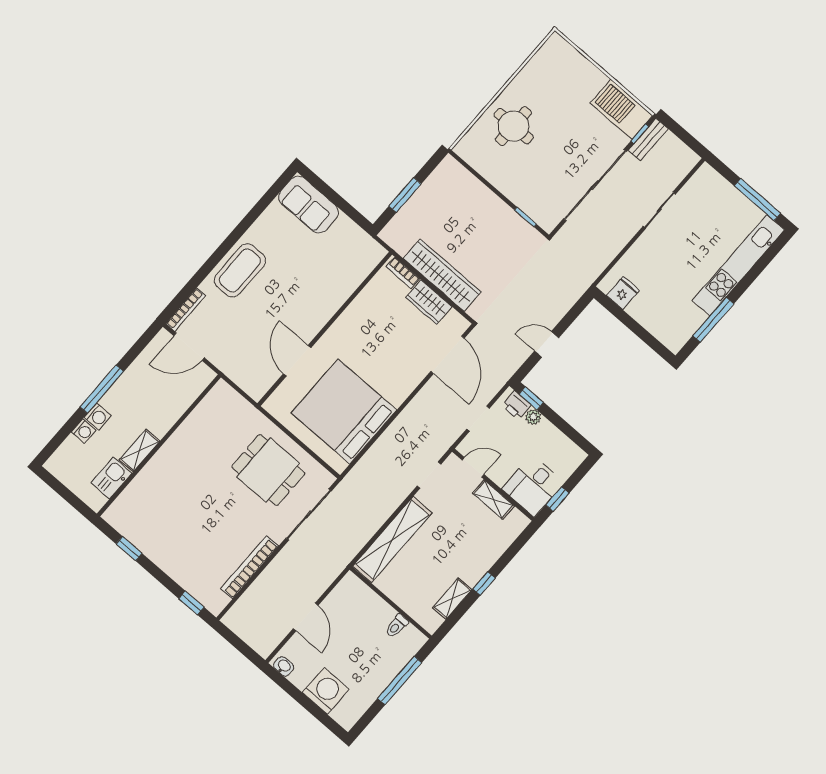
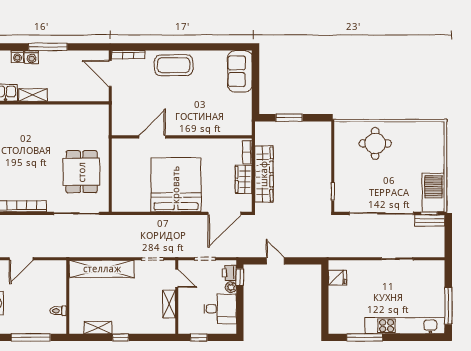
bed: (344, 411) -> (176, 185), moved
desk: (533, 486) -> (220, 309), moved, turned 180

